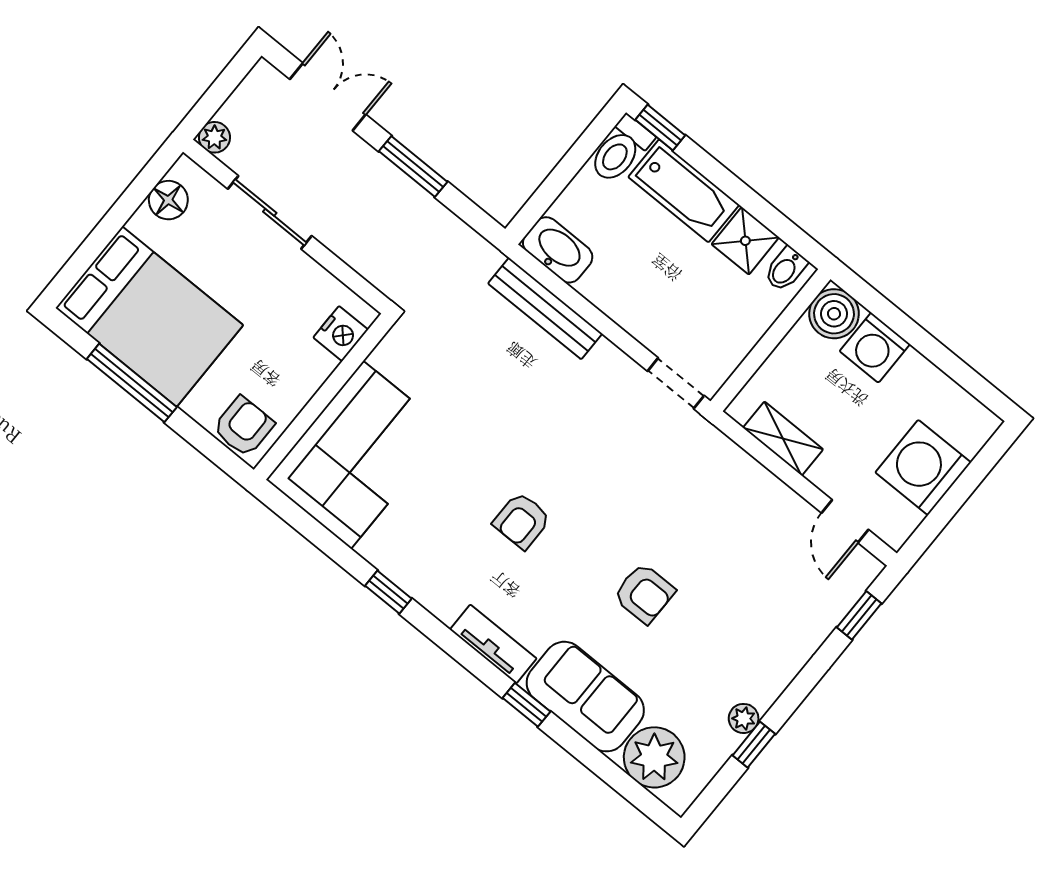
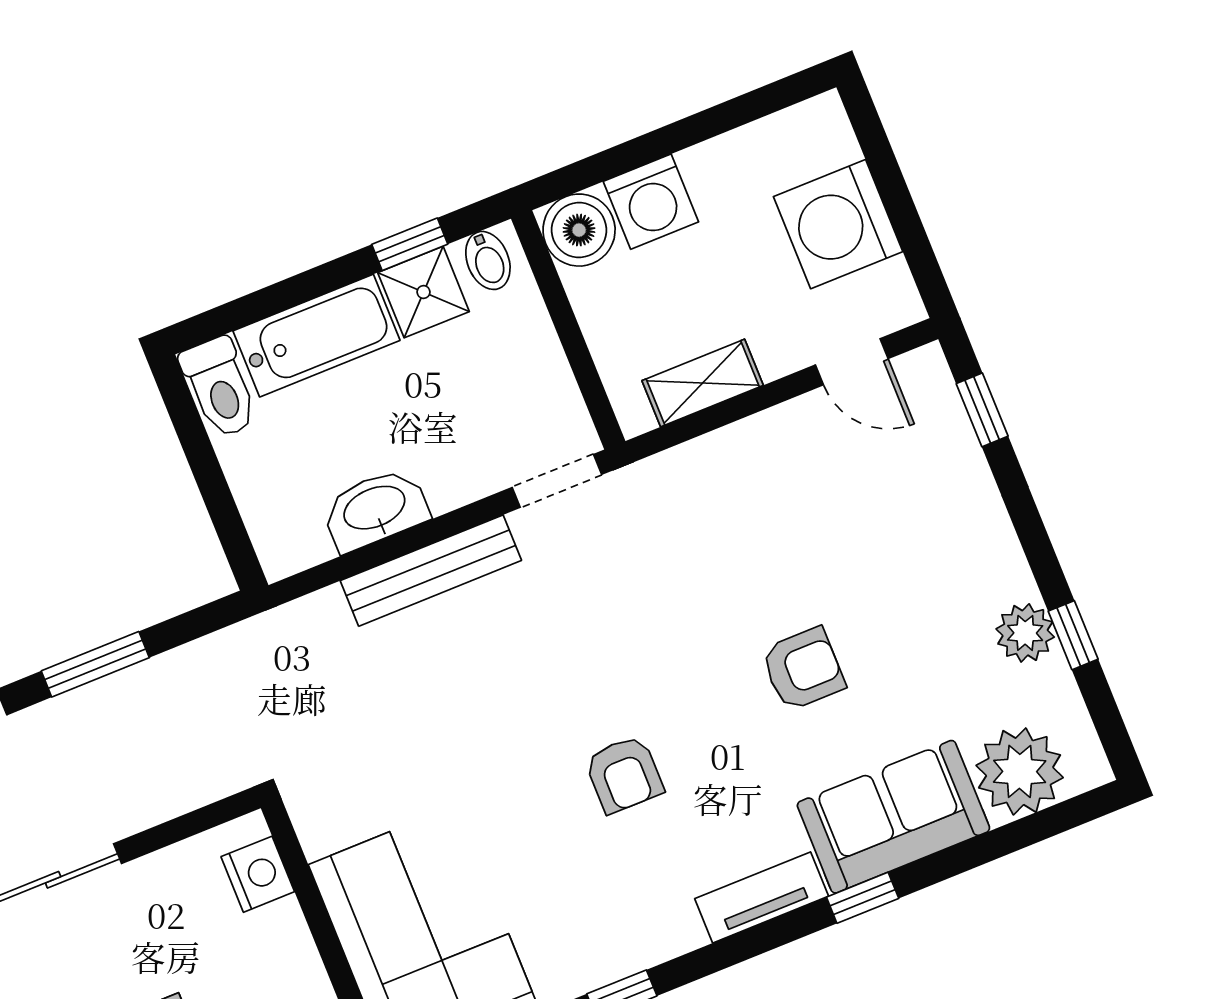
window: (660, 128) -> (410, 244), moved
washbasin: (558, 250) -> (375, 509), moved
bench: (545, 308) -> (431, 571), moved
plant: (744, 718) -> (1025, 633), width x1.38, depth x1.38

